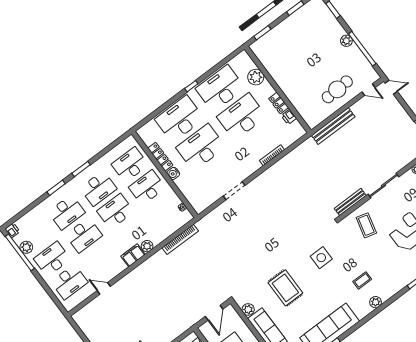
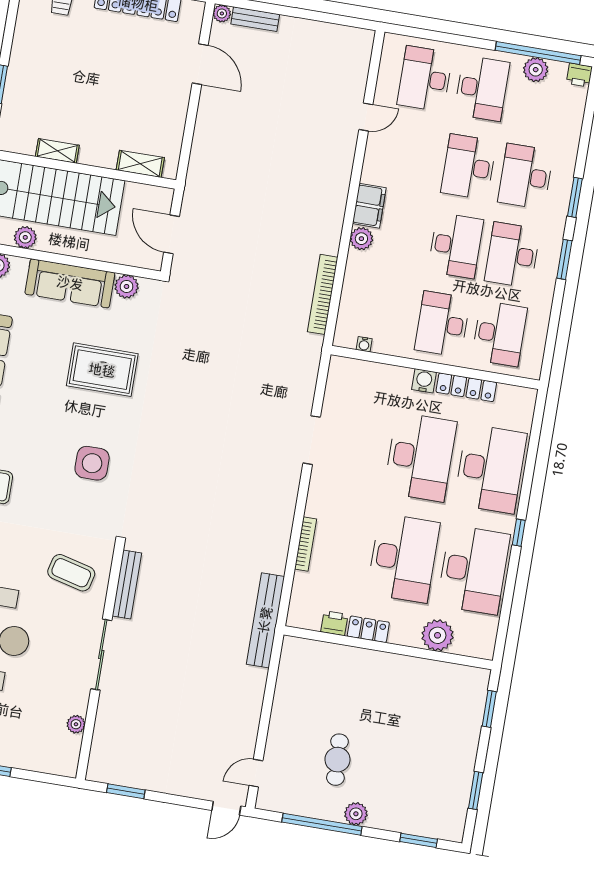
cafe table: (337, 89) -> (337, 760), moved, width x0.73, depth x0.74
bench: (333, 126) -> (265, 620), moved
desk: (147, 188) -> (442, 324), turned 180

